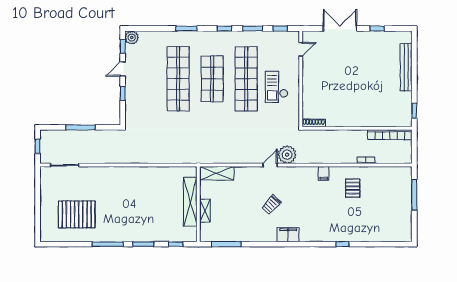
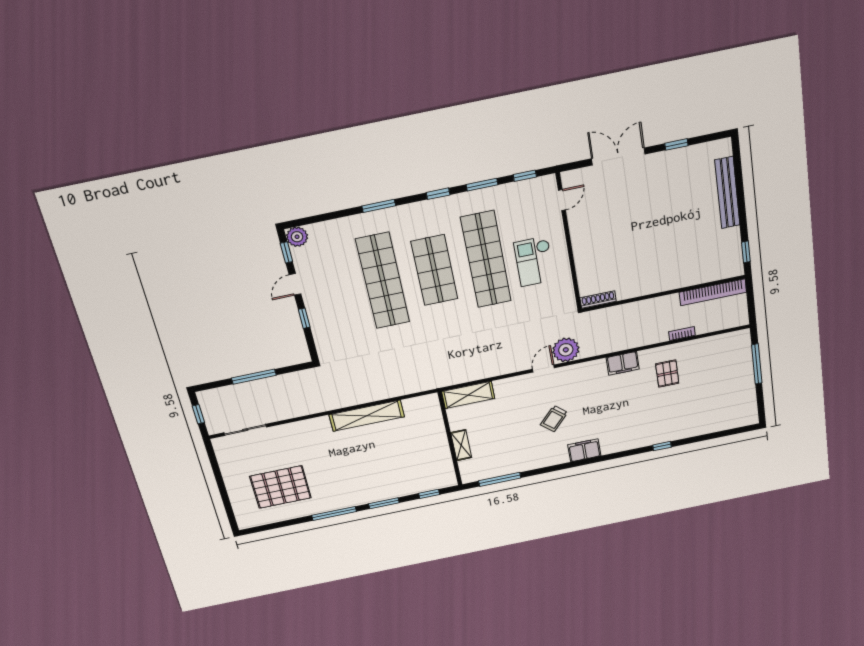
filing cabinet: (324, 173) -> (623, 363), width x2.00
shelving: (190, 202) -> (367, 416), moved, turned 90

